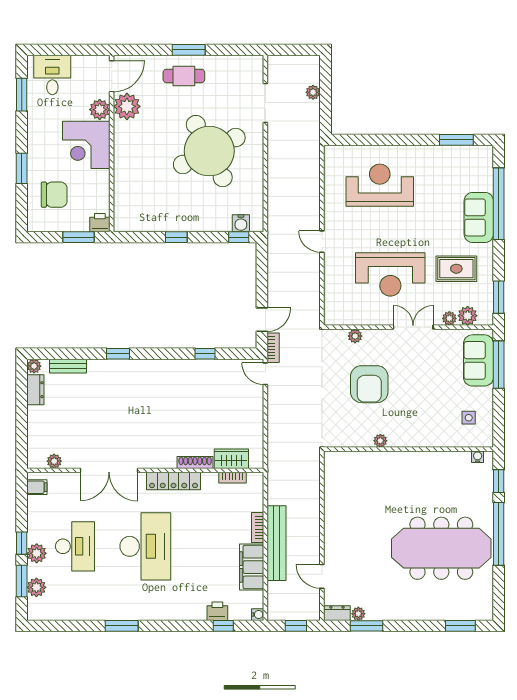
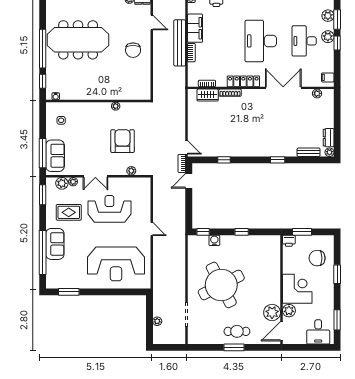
reception desk: (380, 185) -> (116, 264), width x1.36, depth x1.30
water cooler: (241, 223) -> (214, 240), moved
chair: (352, 531) -> (133, 50), added

